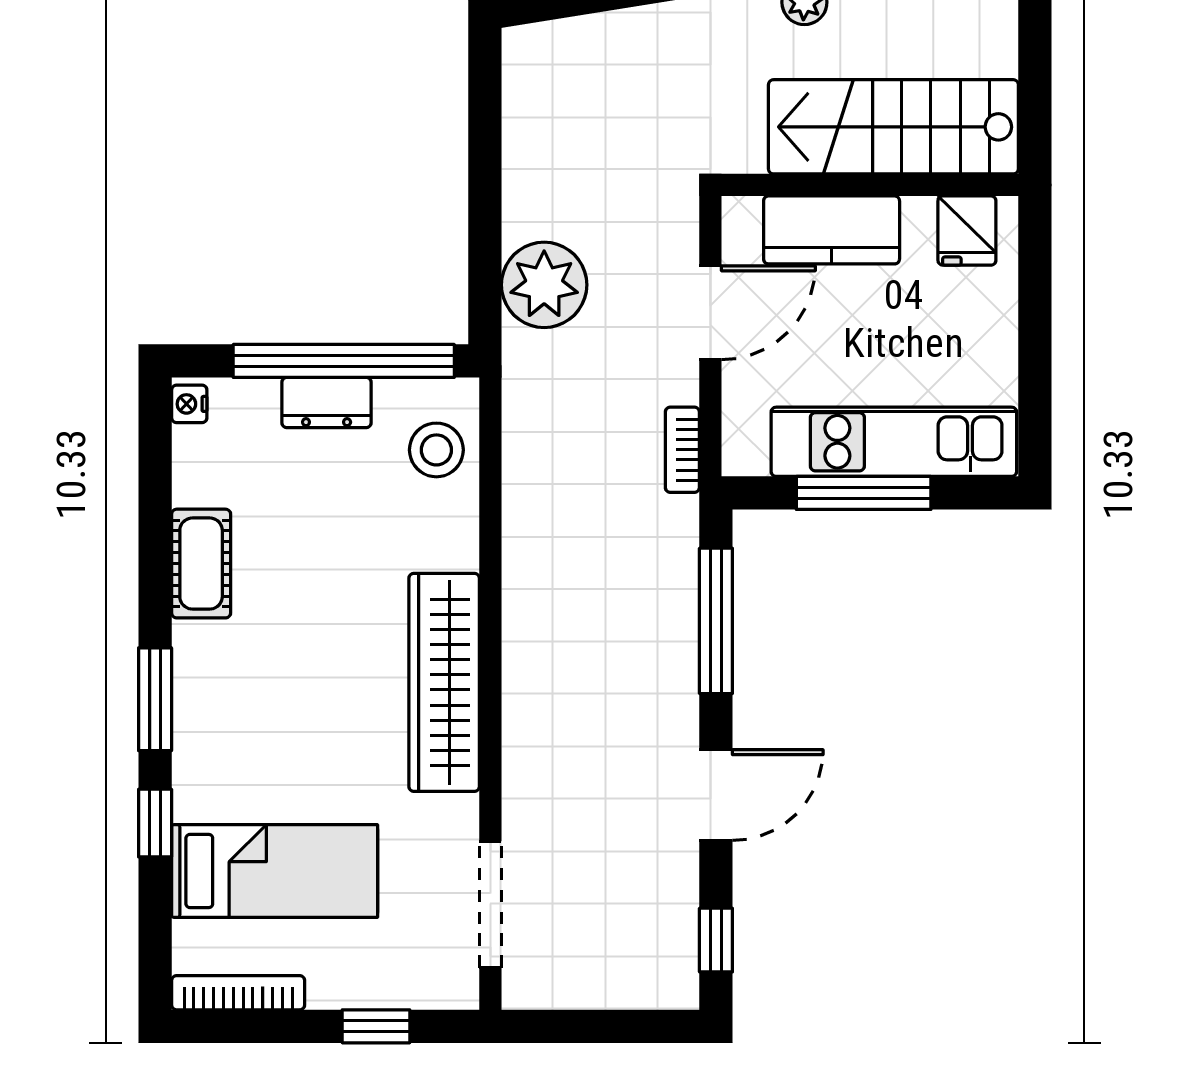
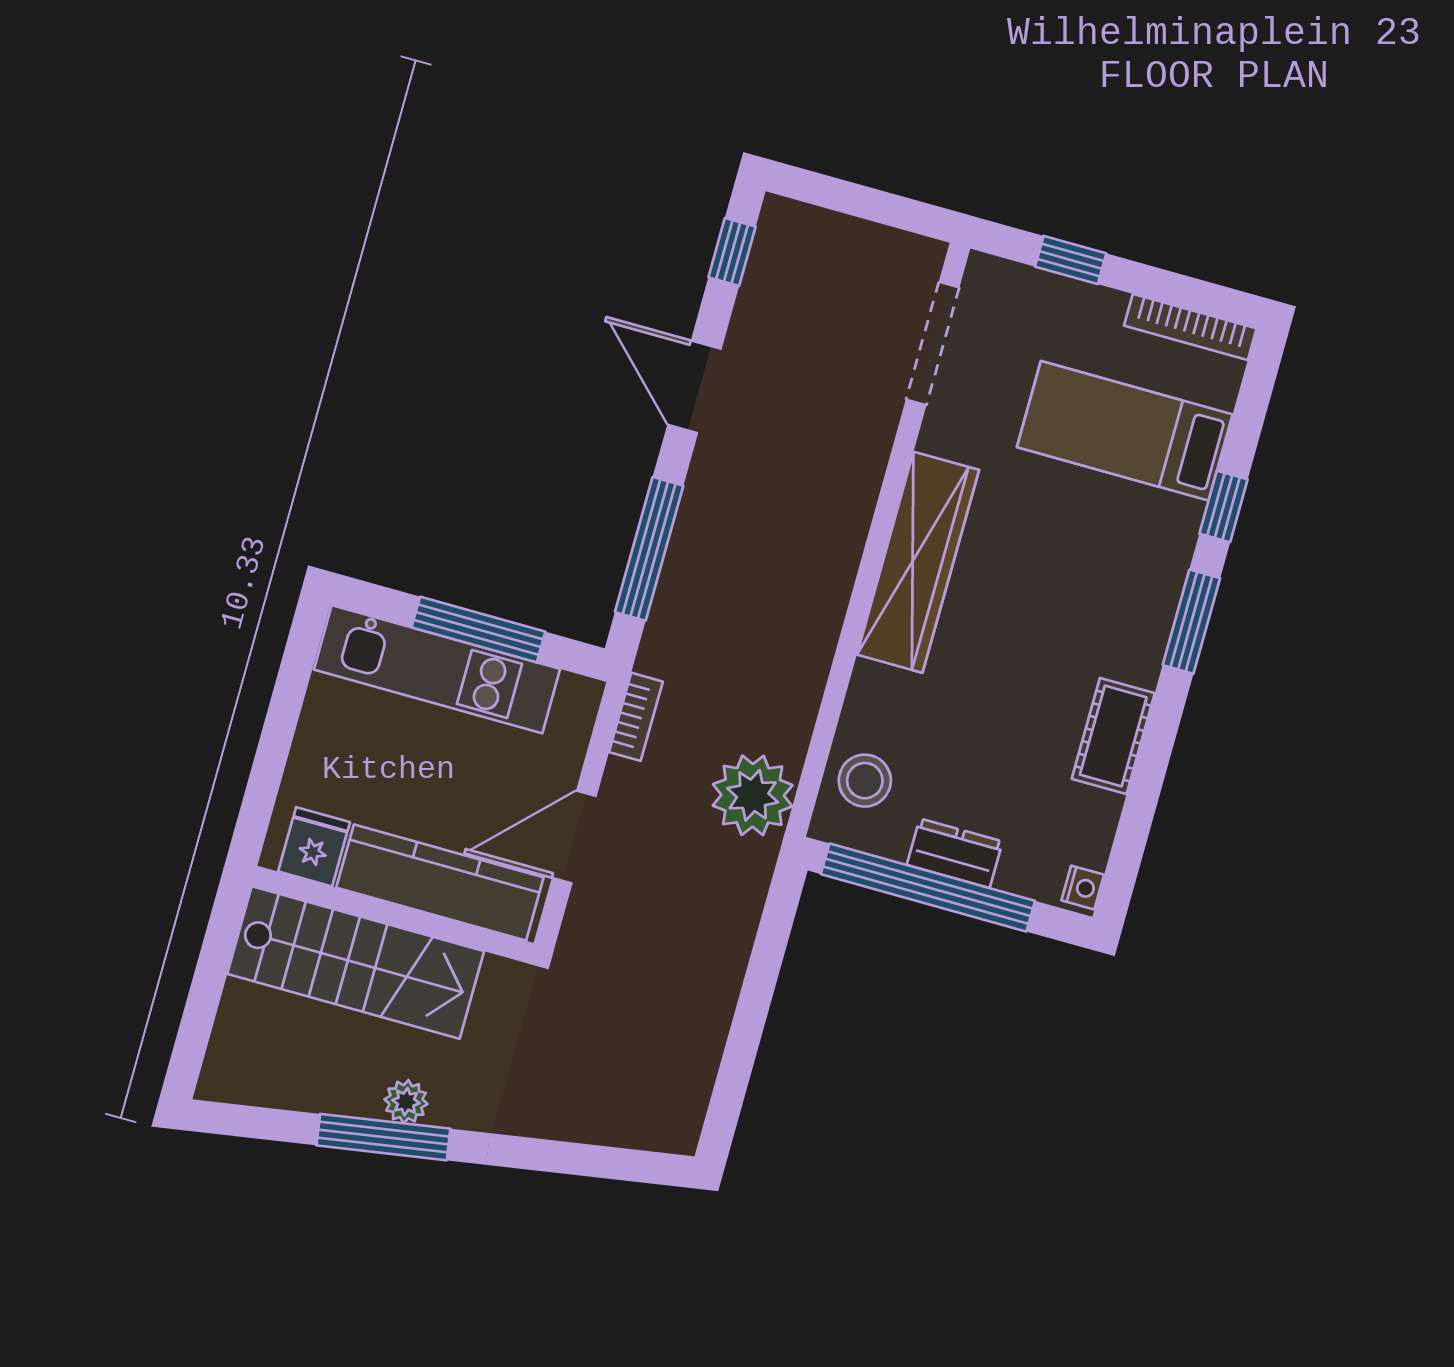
kitchen counter: (832, 230) -> (440, 883), width x1.50
plant: (544, 285) -> (753, 795), moved
door: (716, 795) -> (694, 387), hinge flipped

